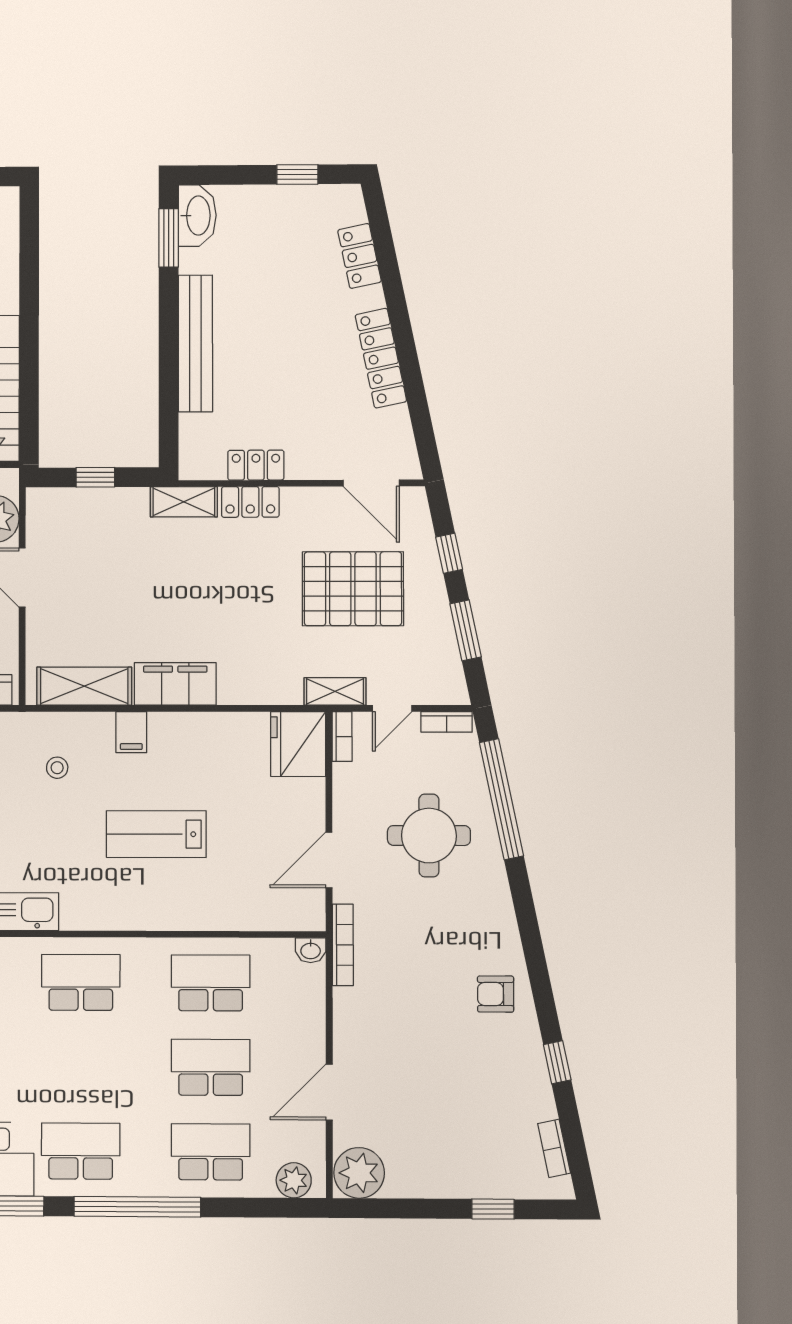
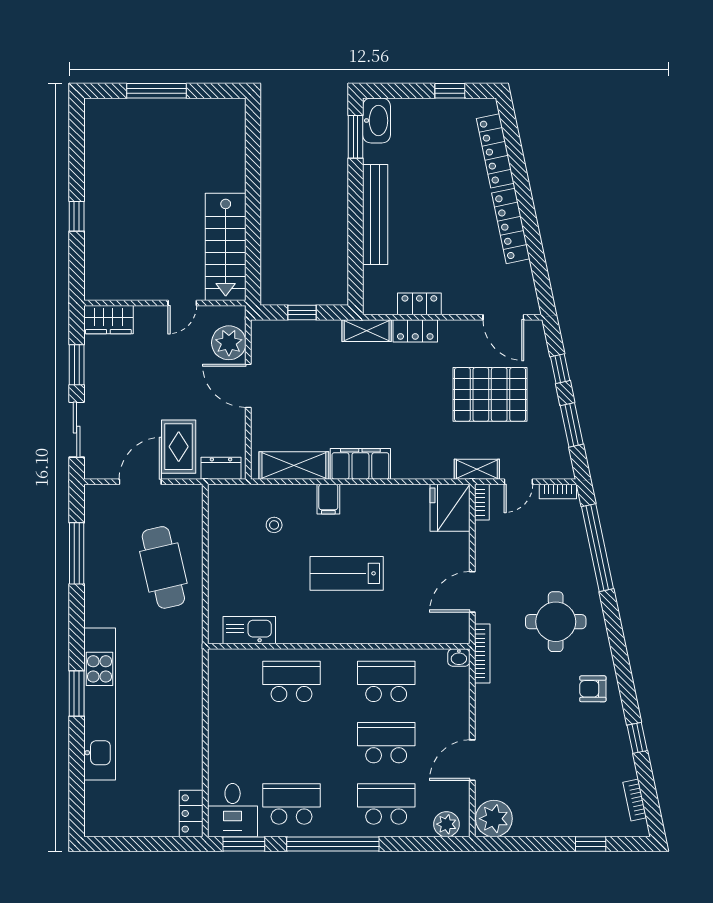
locker: (360, 256) -> (495, 151), width x1.53
round table: (429, 836) -> (556, 622), moved

